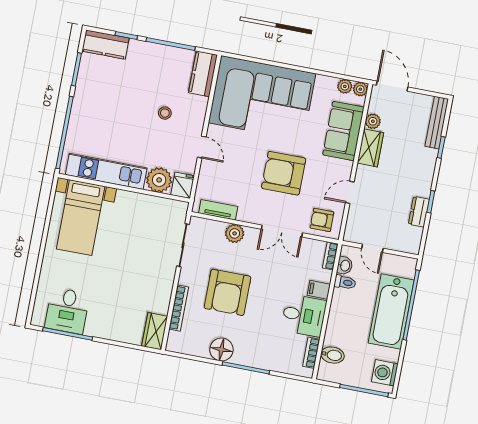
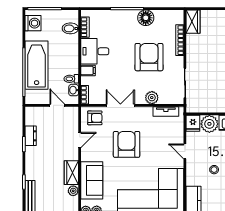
armchair: (284, 173) -> (127, 144), turned -90

